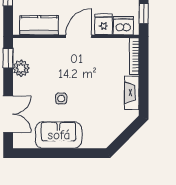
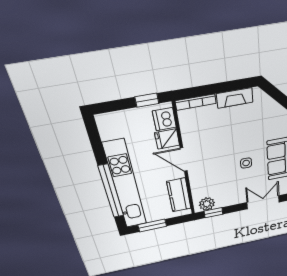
plant: (21, 68) -> (207, 204), moved

